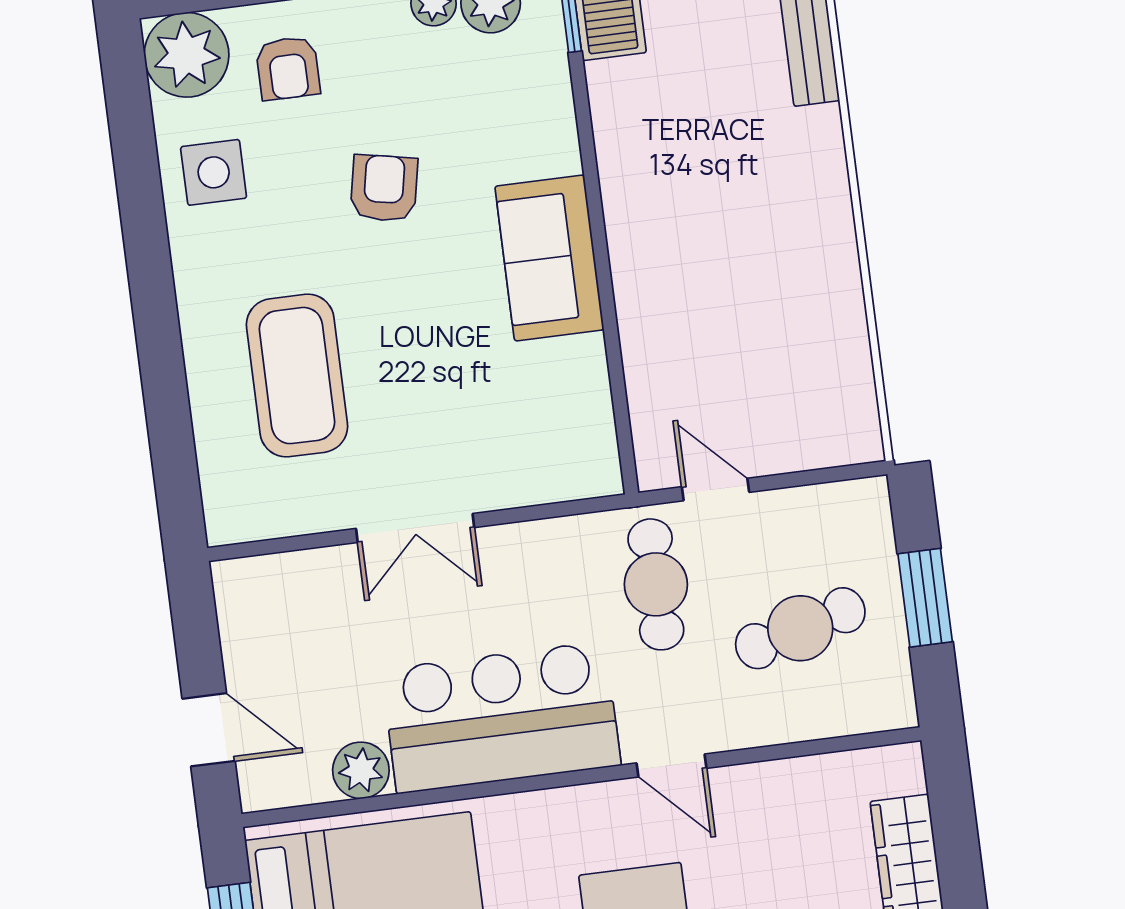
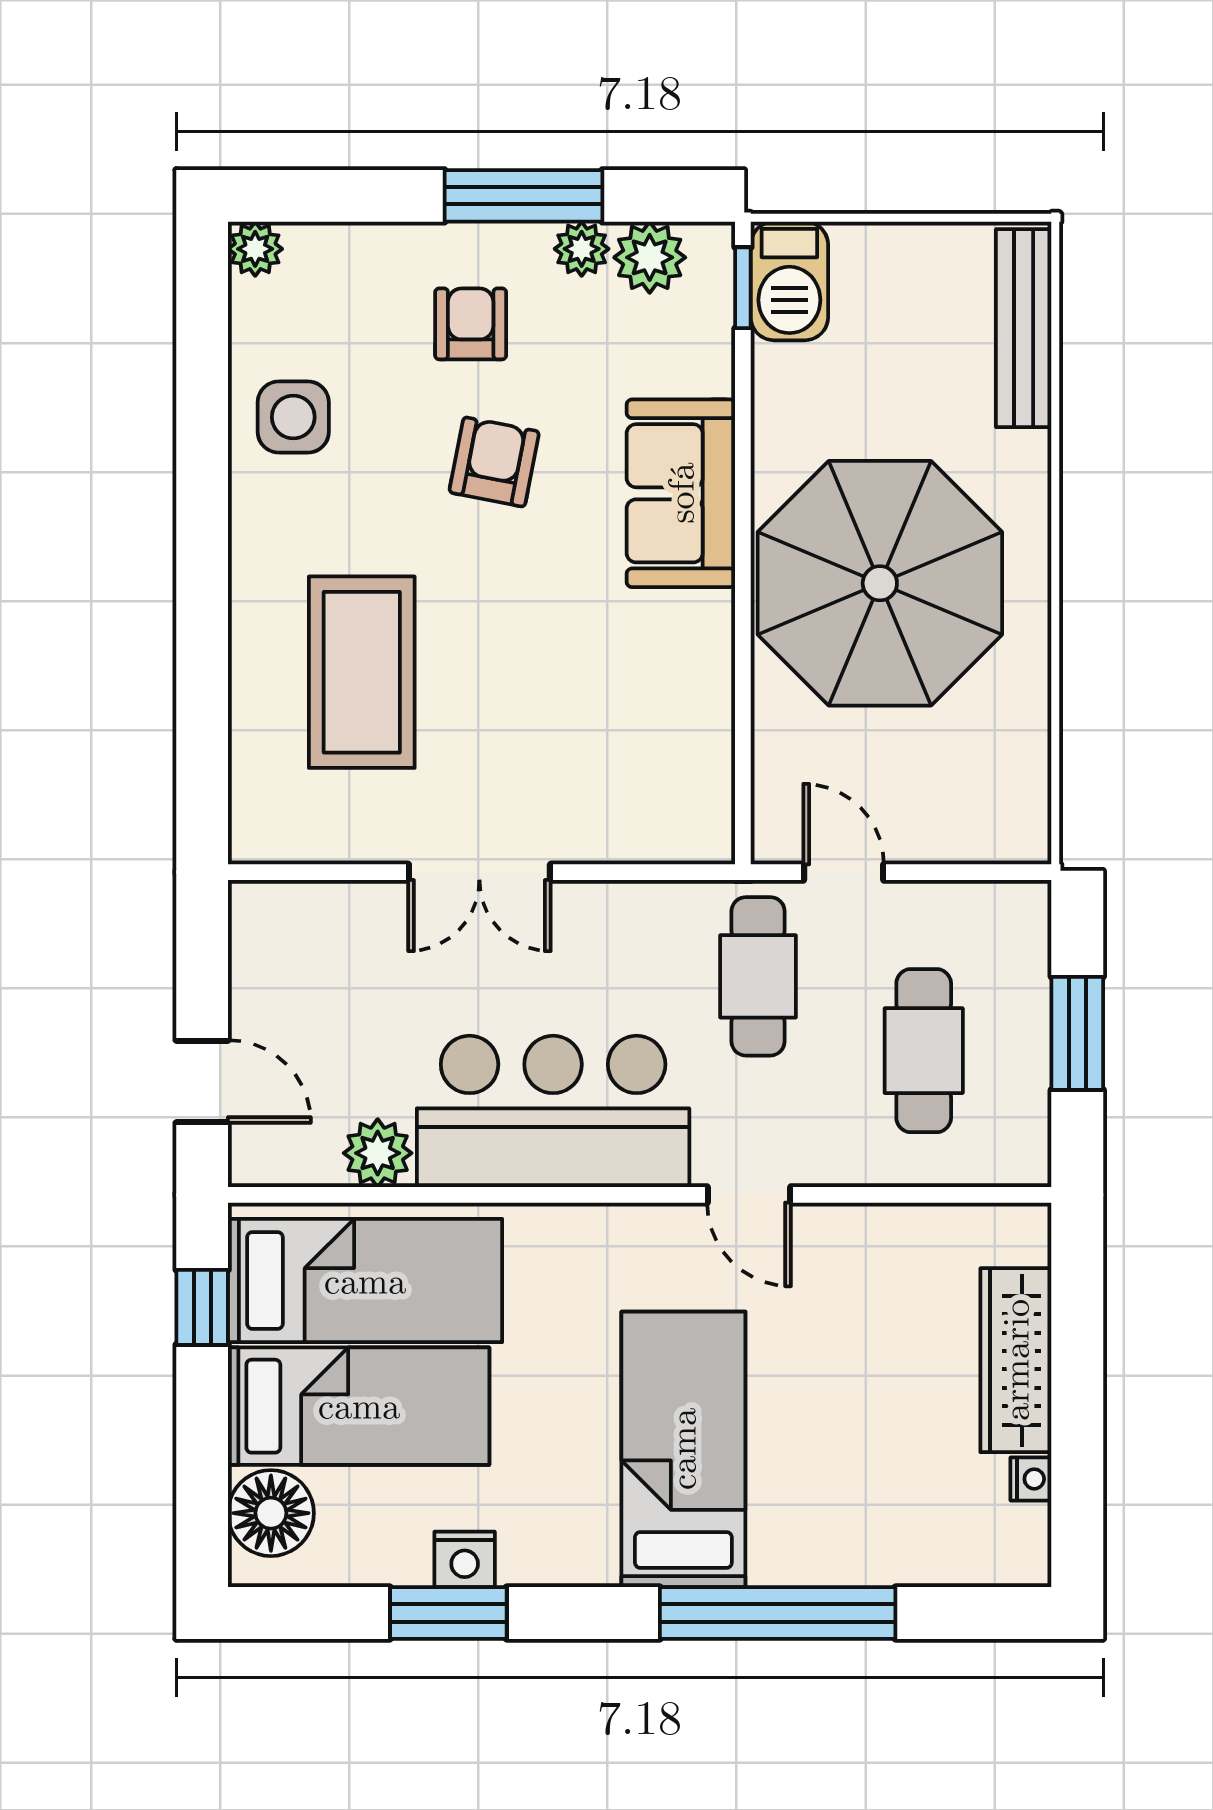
plant: (187, 55) -> (255, 249), width x0.53, depth x0.53
armchair: (288, 68) -> (471, 324), moved, turned 180
parasol: (715, 247) -> (880, 583), added
sofa: (549, 258) -> (681, 493), moved
cafe table: (800, 628) -> (924, 1051), turned -75

